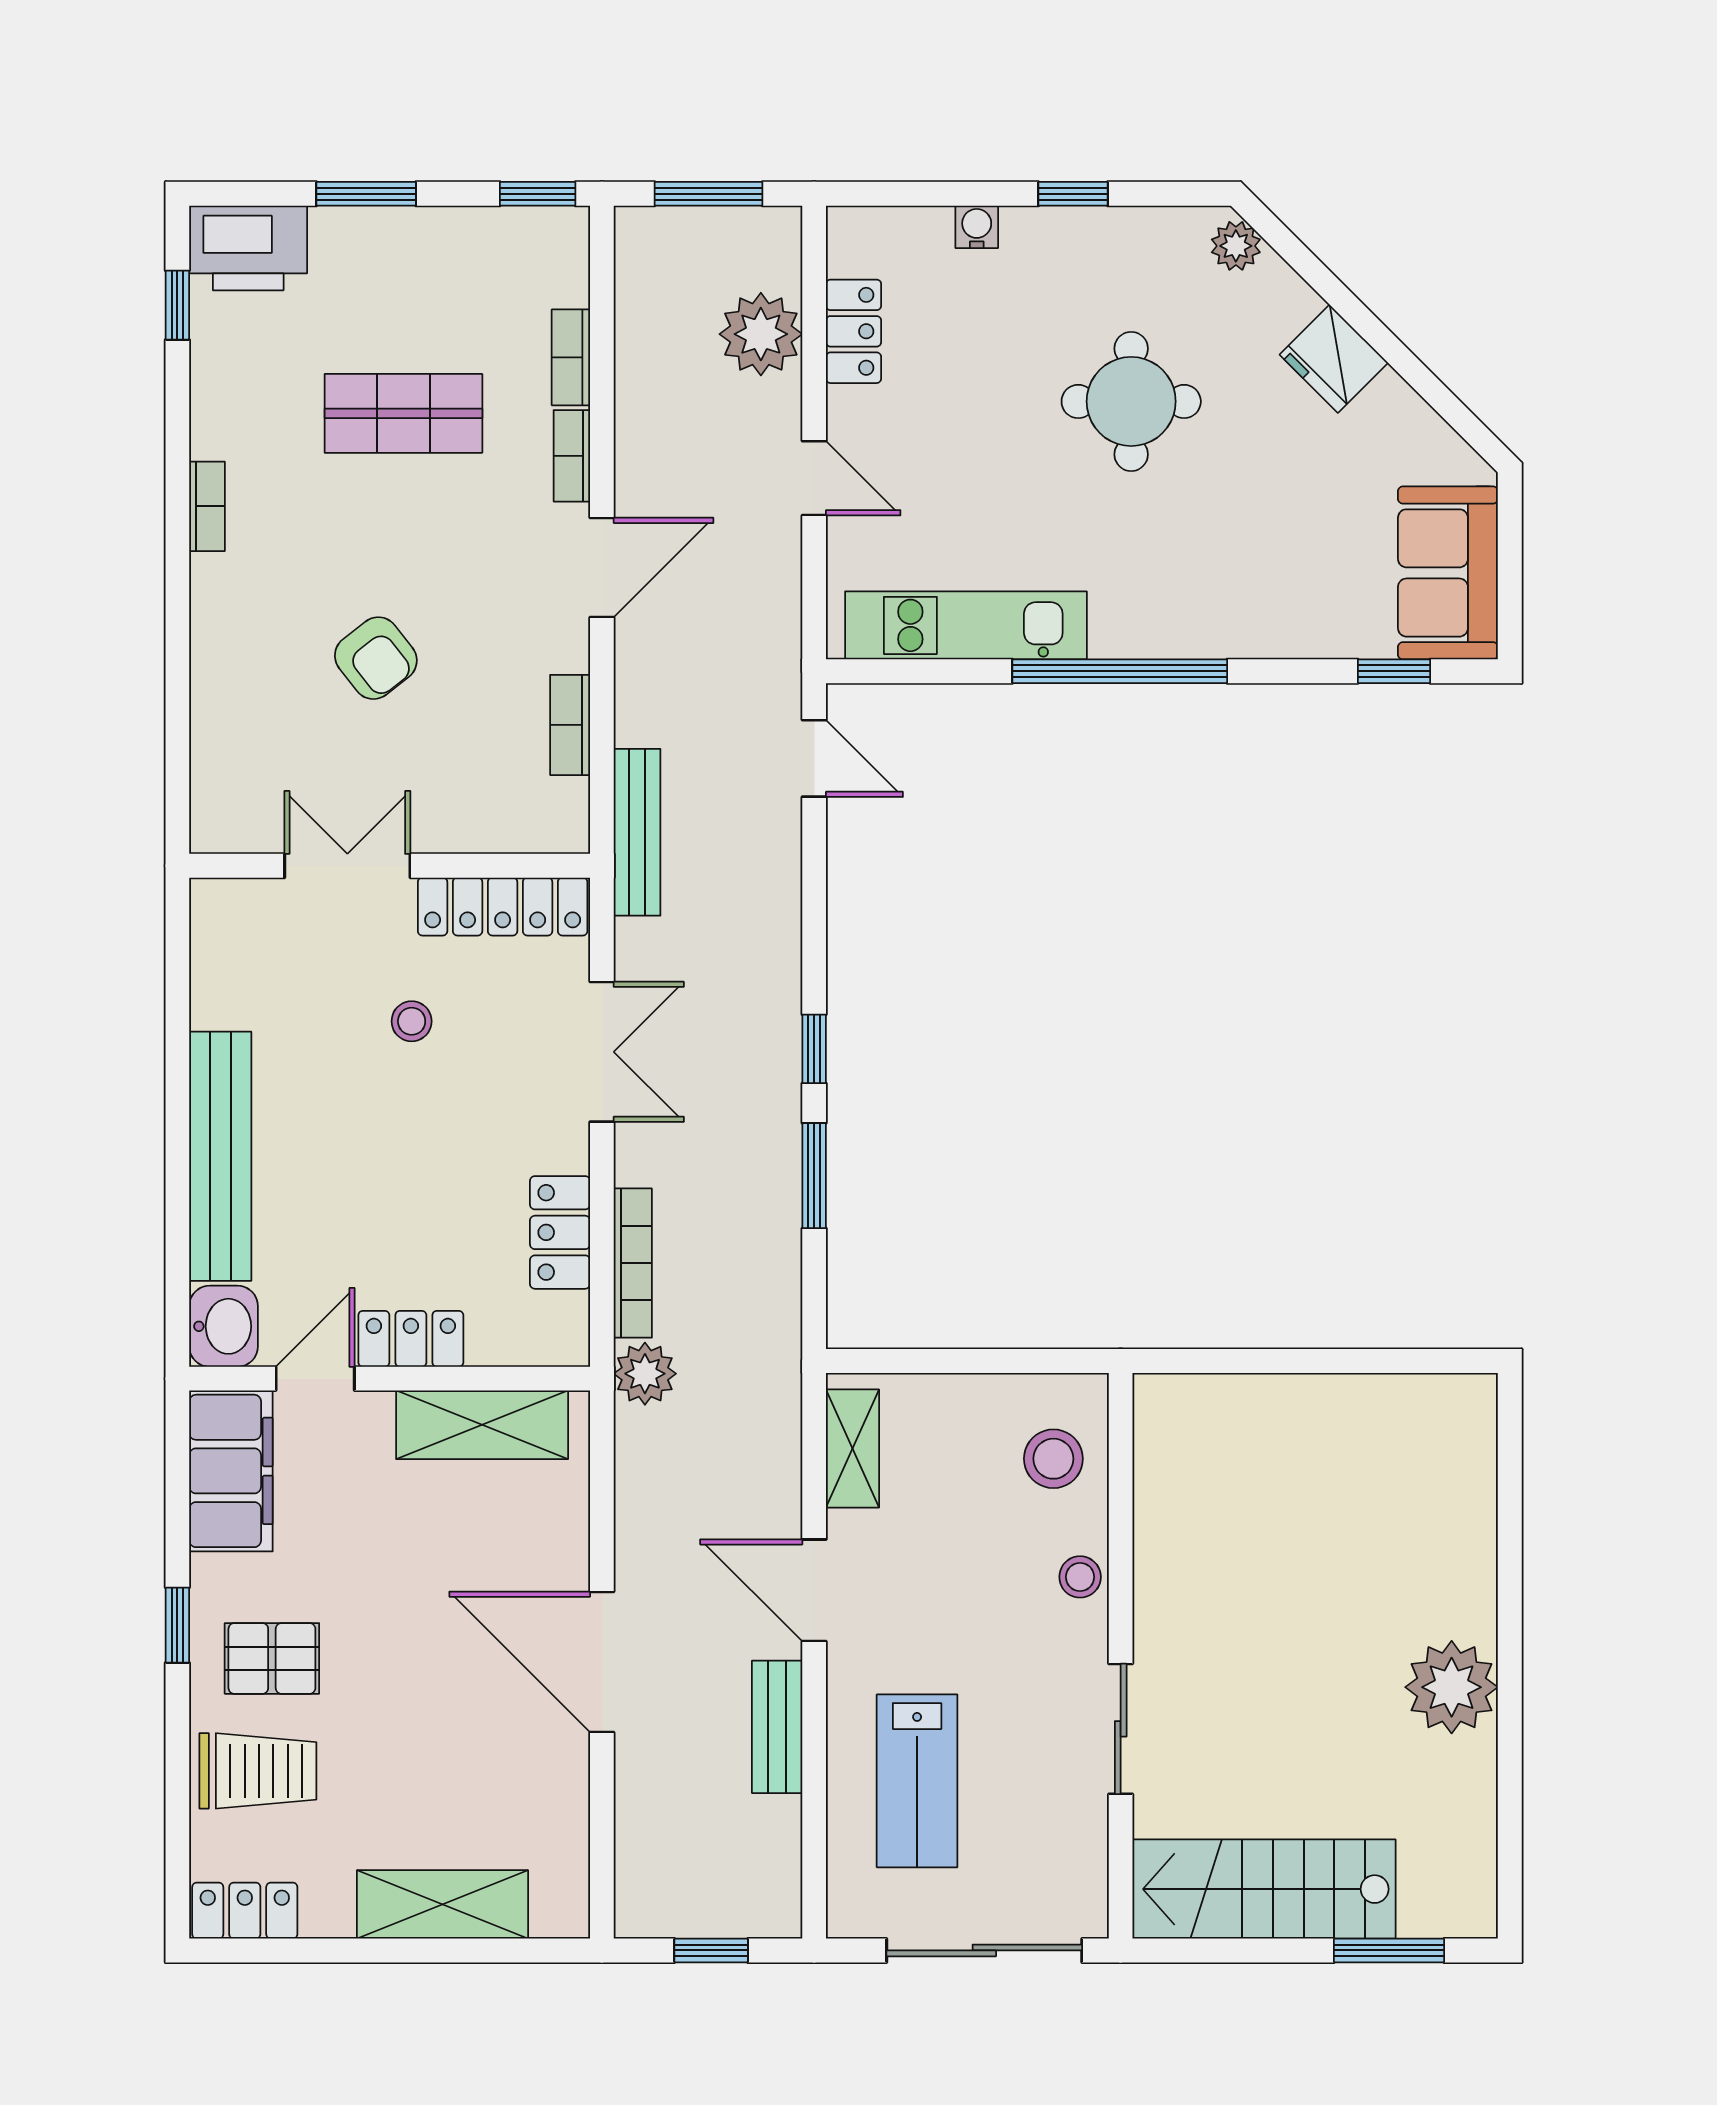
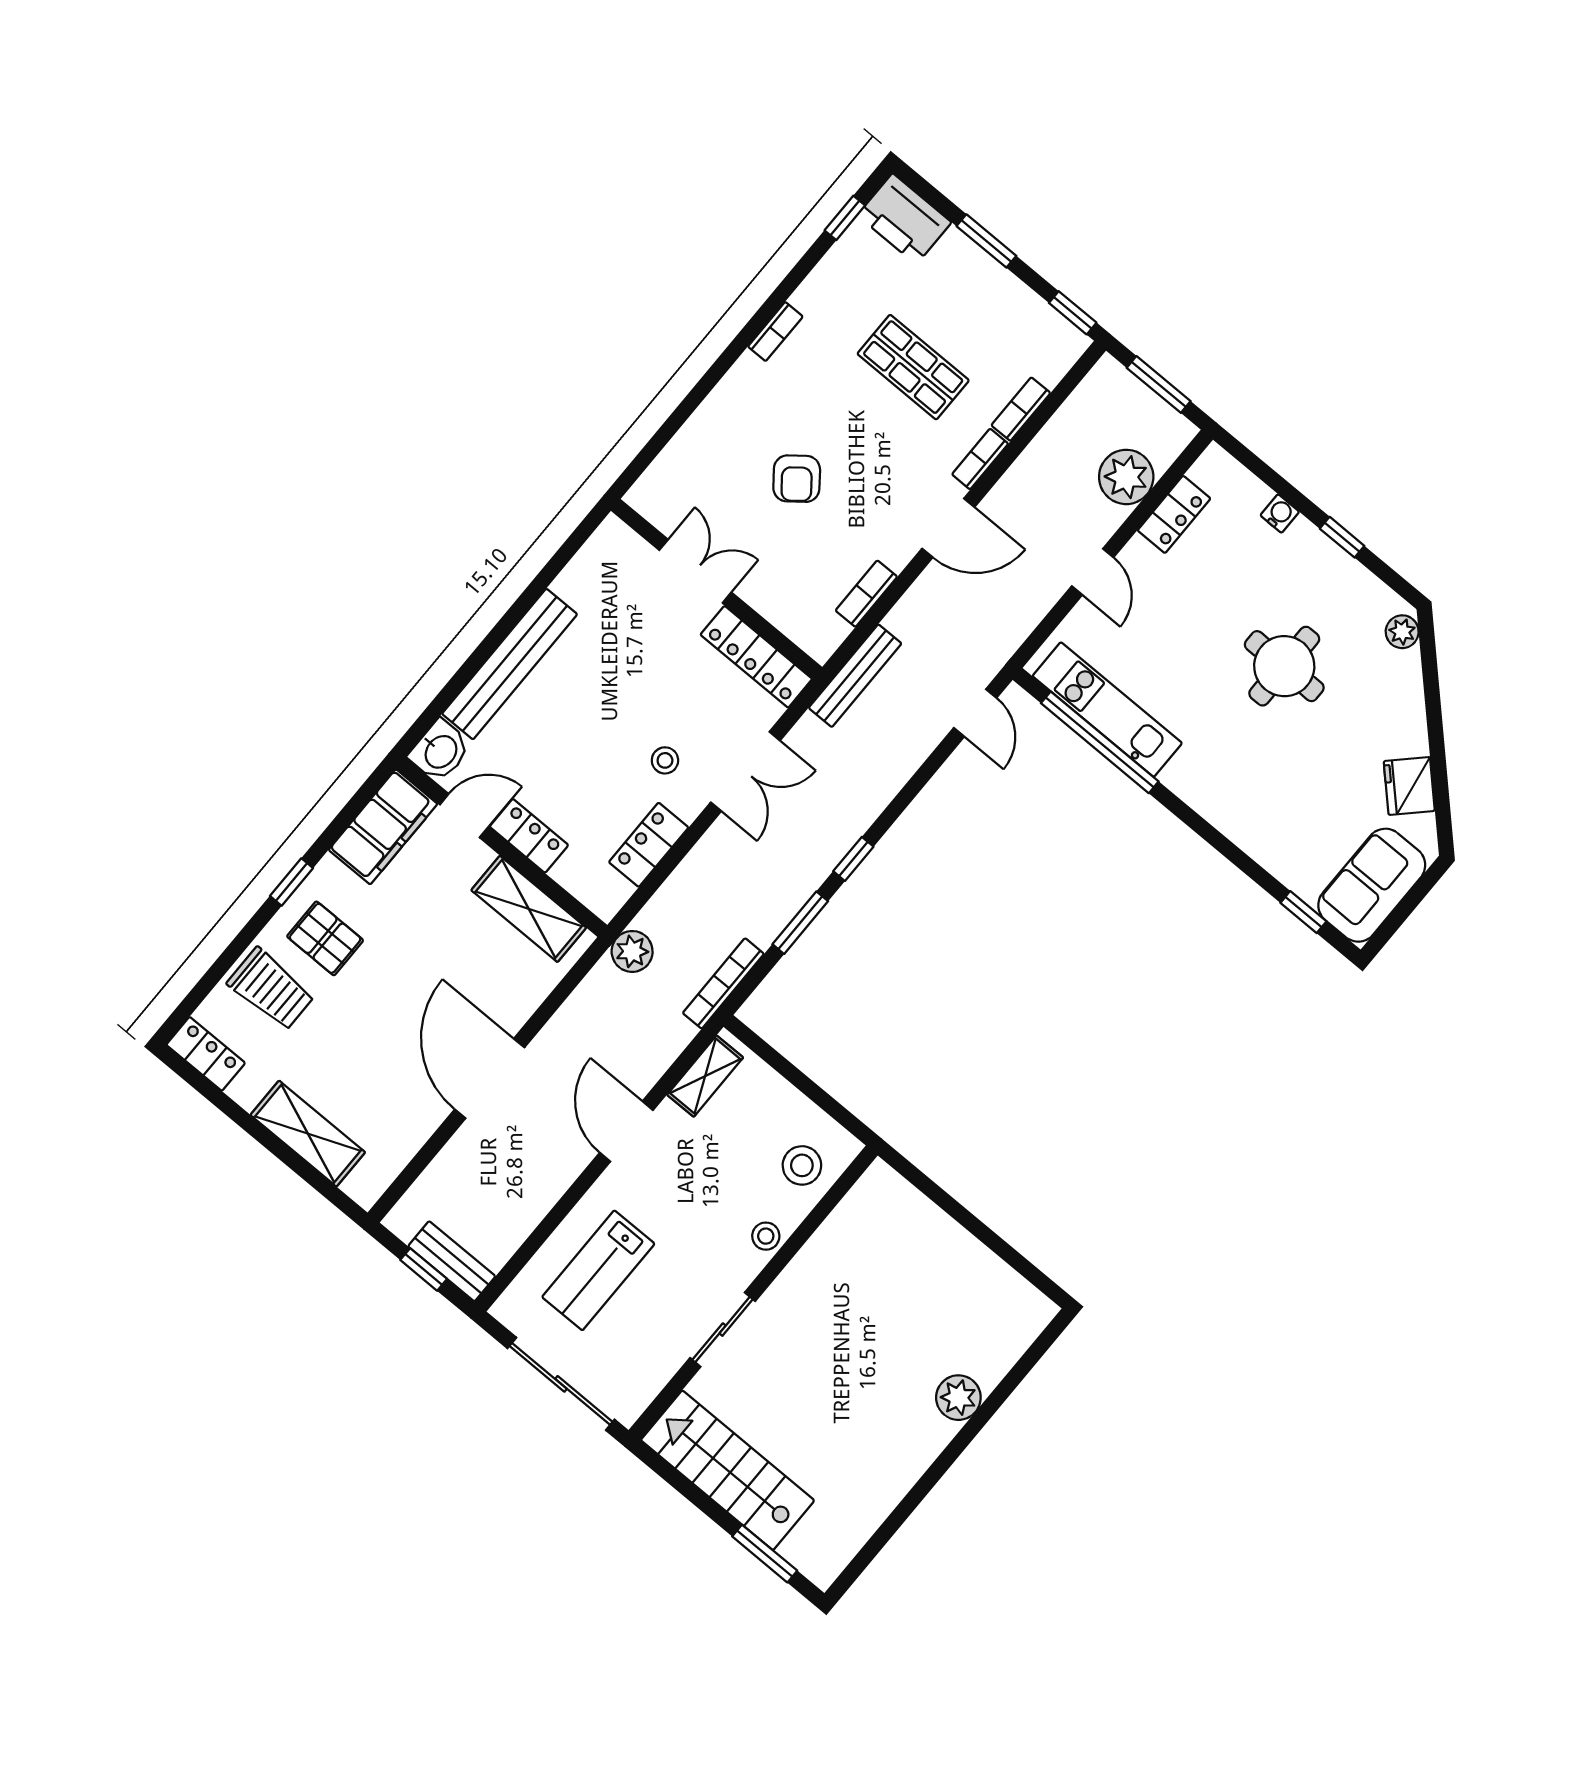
fridge: (1334, 359) -> (1409, 786), moved
window: (1120, 671) -> (1100, 742), moved
stool: (412, 1021) -> (665, 760), moved
bookcase: (633, 1263) -> (723, 983), moved, turned 180
plant: (1452, 1687) -> (958, 1398), moved, width x0.73, depth x0.73
bench: (777, 1727) -> (452, 1261), moved, turned 90

